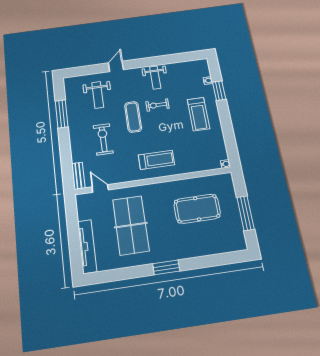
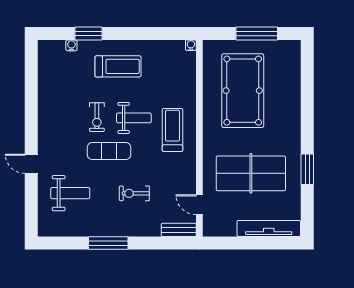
weight bench: (155, 78) -> (134, 118), moved
window: (62, 114) -> (108, 243), moved
exercise bike: (103, 139) -> (134, 193), width x0.73, depth x0.72
door: (100, 188) -> (199, 205), hinge flipped
pool table: (197, 209) -> (243, 91), width x1.36, depth x1.32
window: (166, 267) -> (307, 169), moved

